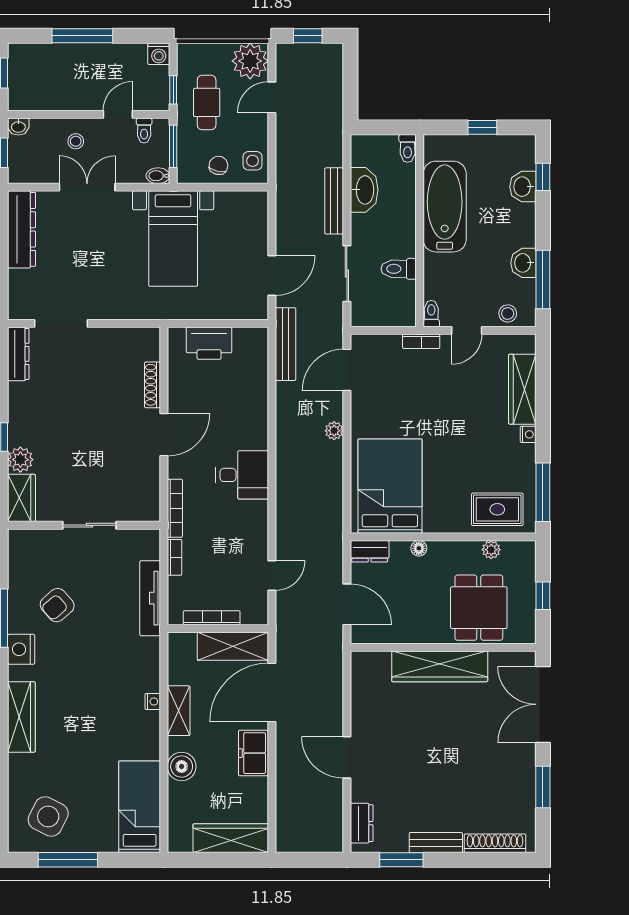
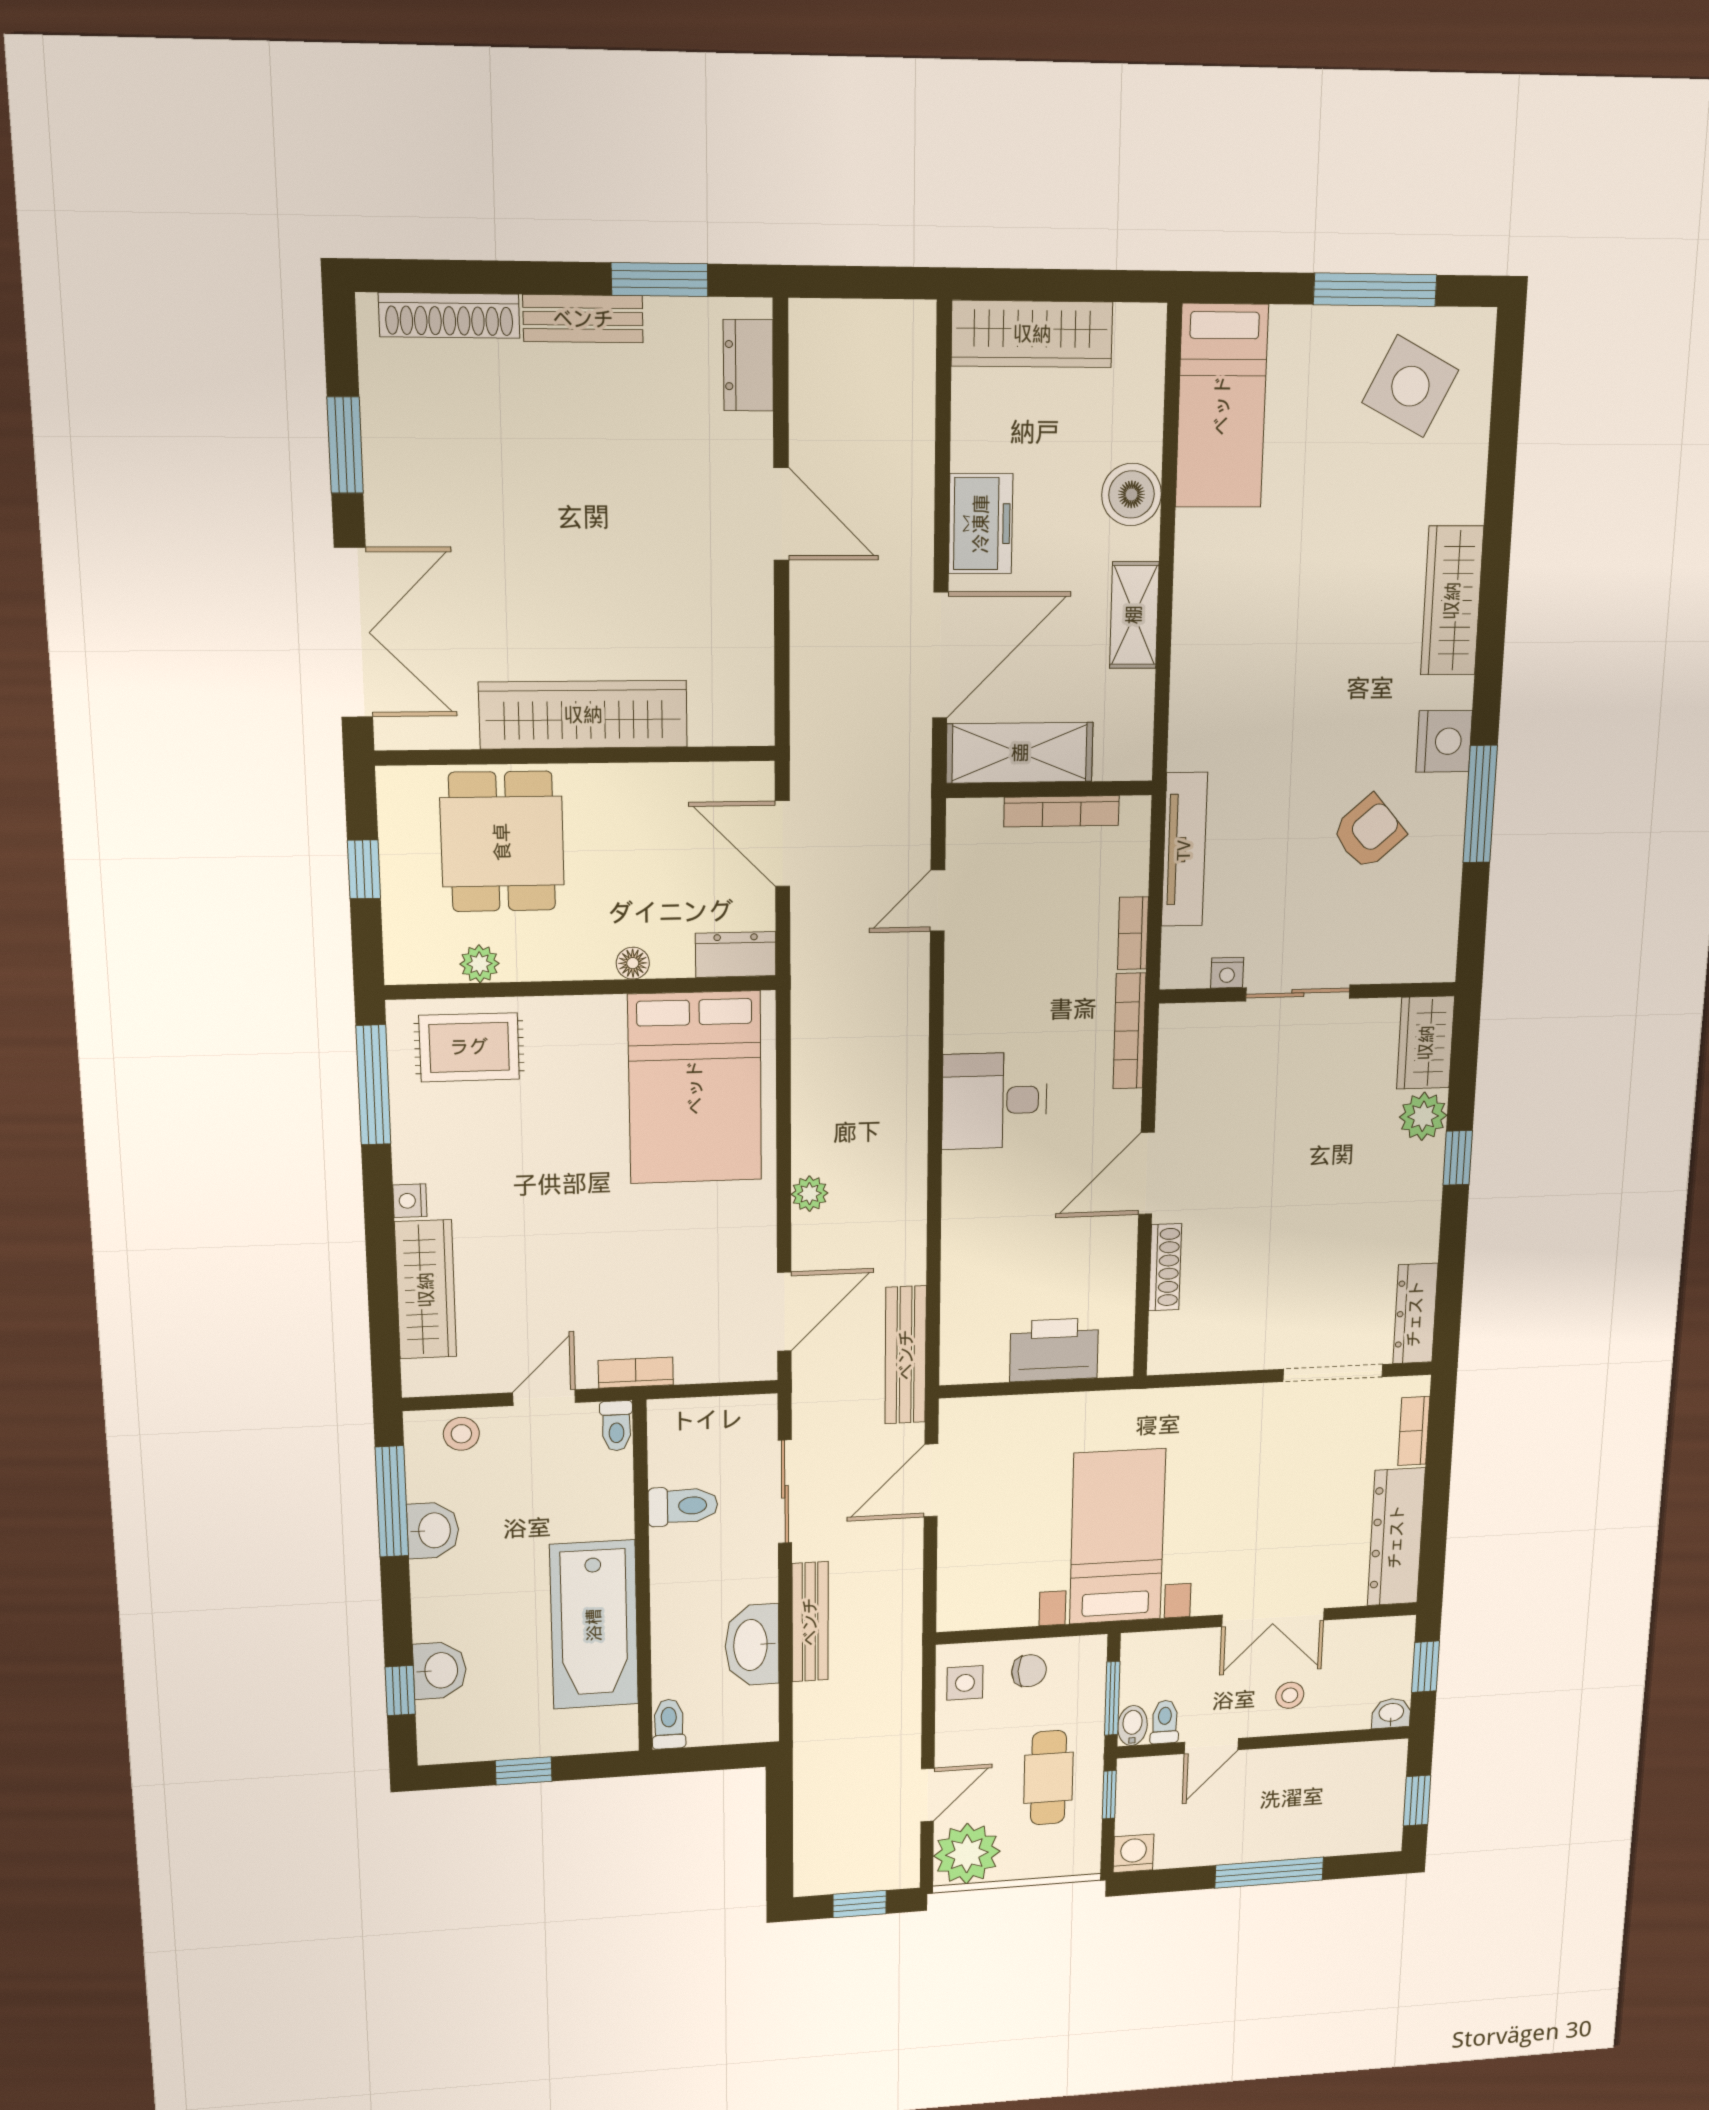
chair: (218, 165) -> (1029, 1671), turned -104
bidet: (158, 176) -> (1132, 1726), moved, turned -90
bookcase: (15, 289) -> (1414, 1431), added
nightstand: (153, 702) -> (1227, 973), moved, turned -90

